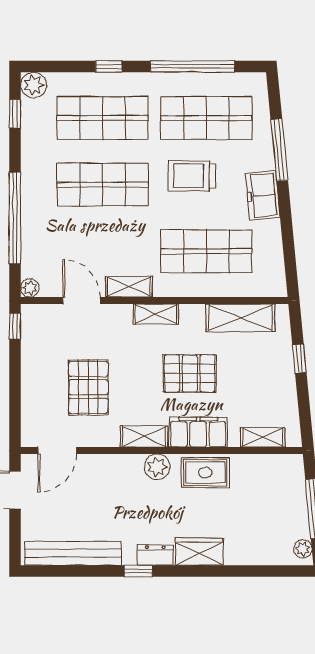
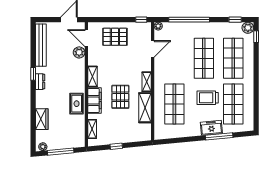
window: (109, 66) -> (256, 37), moved
window: (192, 66) -> (256, 98), removed
trolley: (192, 176) -> (208, 98), turned -90
freezer: (263, 195) -> (211, 128), moved
shelving: (129, 287) -> (159, 70), removed
shelving: (240, 318) -> (145, 108), moved
window: (299, 359) -> (116, 146), moved
pallet: (88, 387) -> (115, 37), moved
plant: (157, 467) -> (79, 52), moved
wardrobe: (199, 552) -> (42, 119), moved

